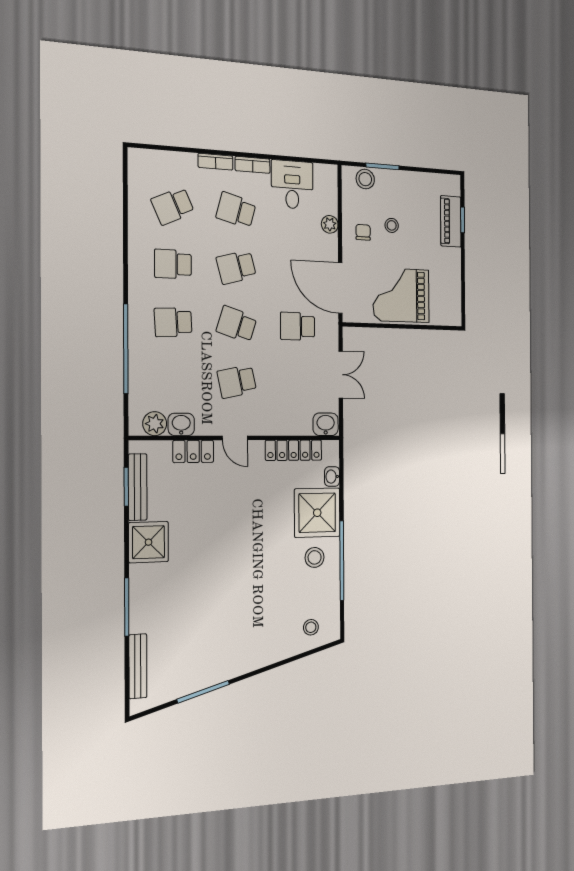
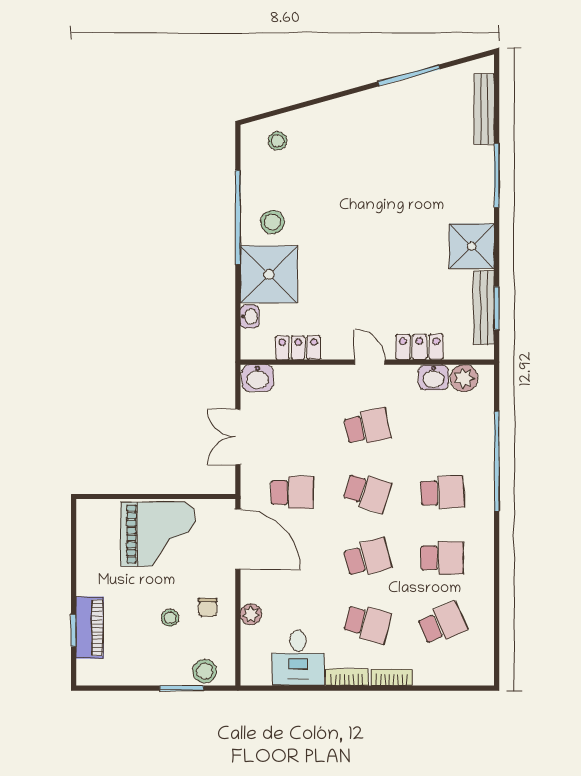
locker: (294, 450) -> (298, 348), width x0.66

